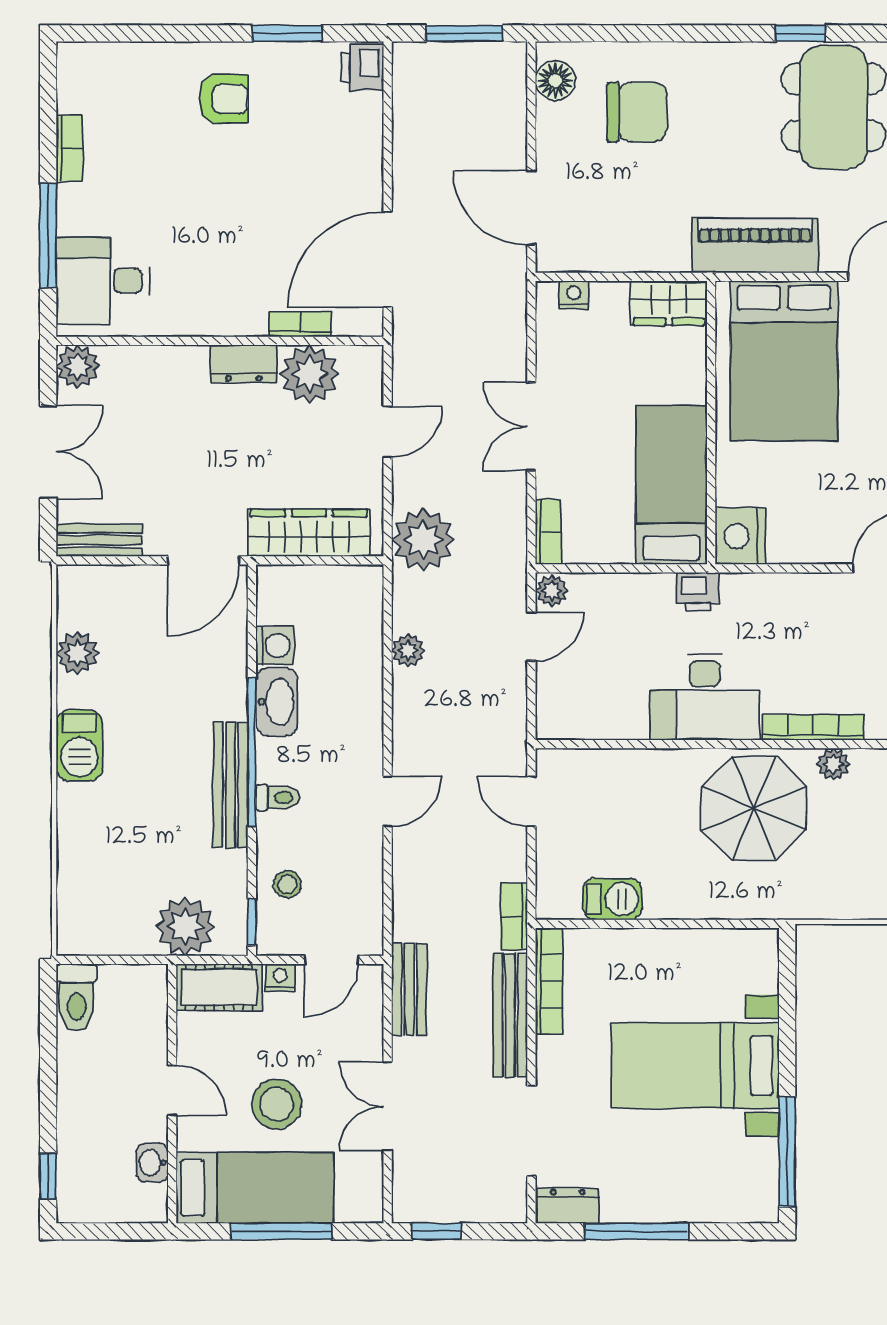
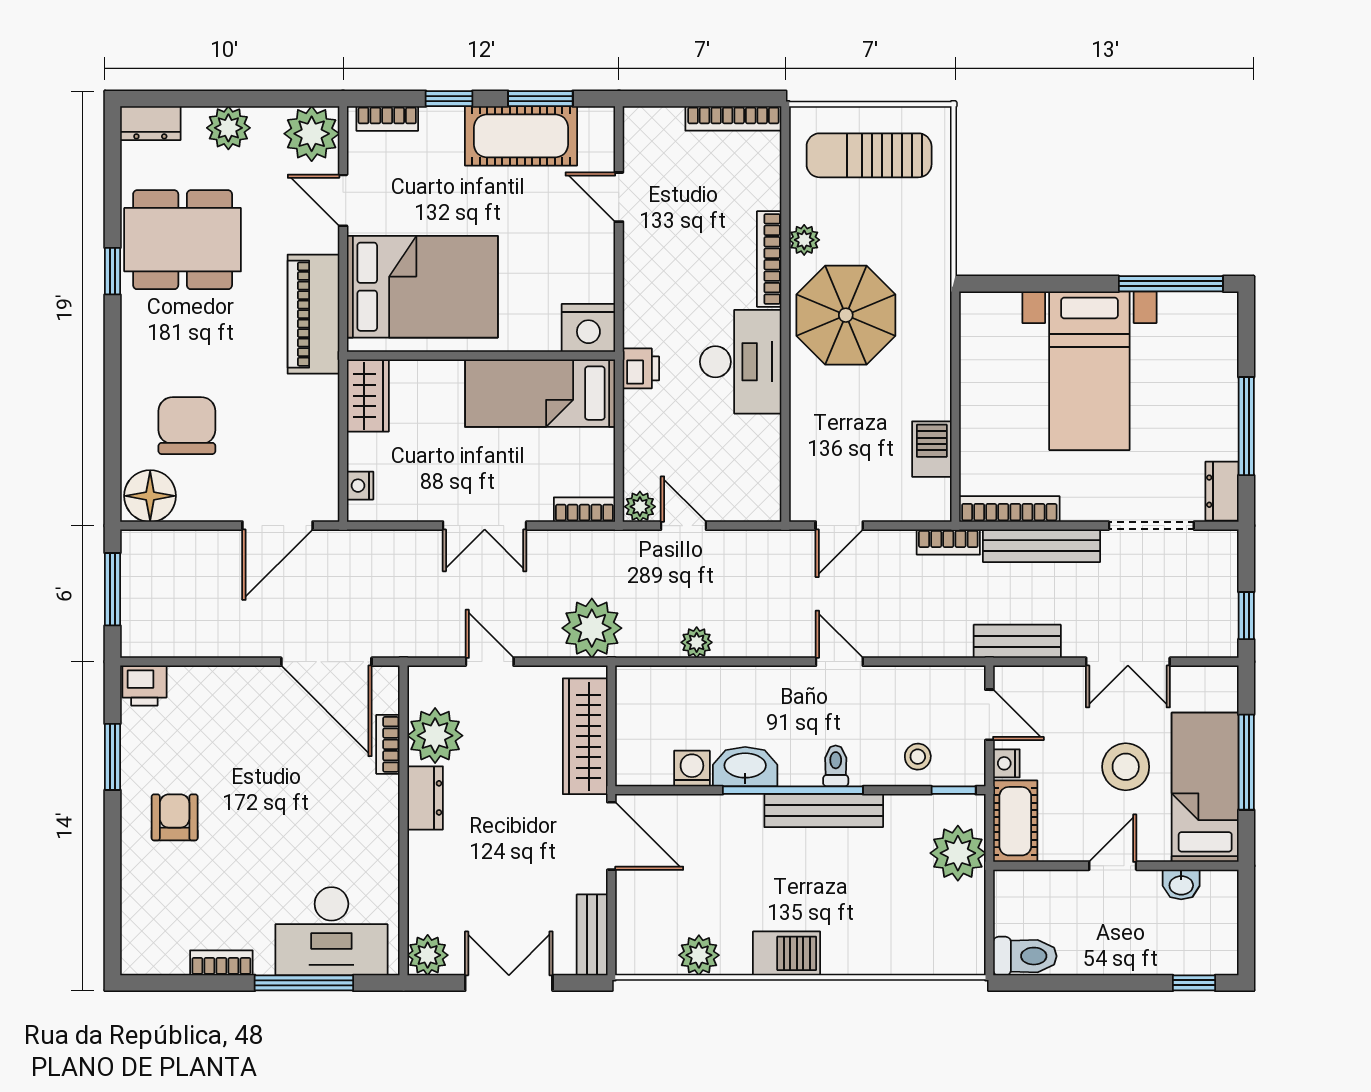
floor lamp: (555, 80) -> (150, 496), width x1.38, depth x1.38
desk: (103, 281) -> (331, 931), width x1.37

